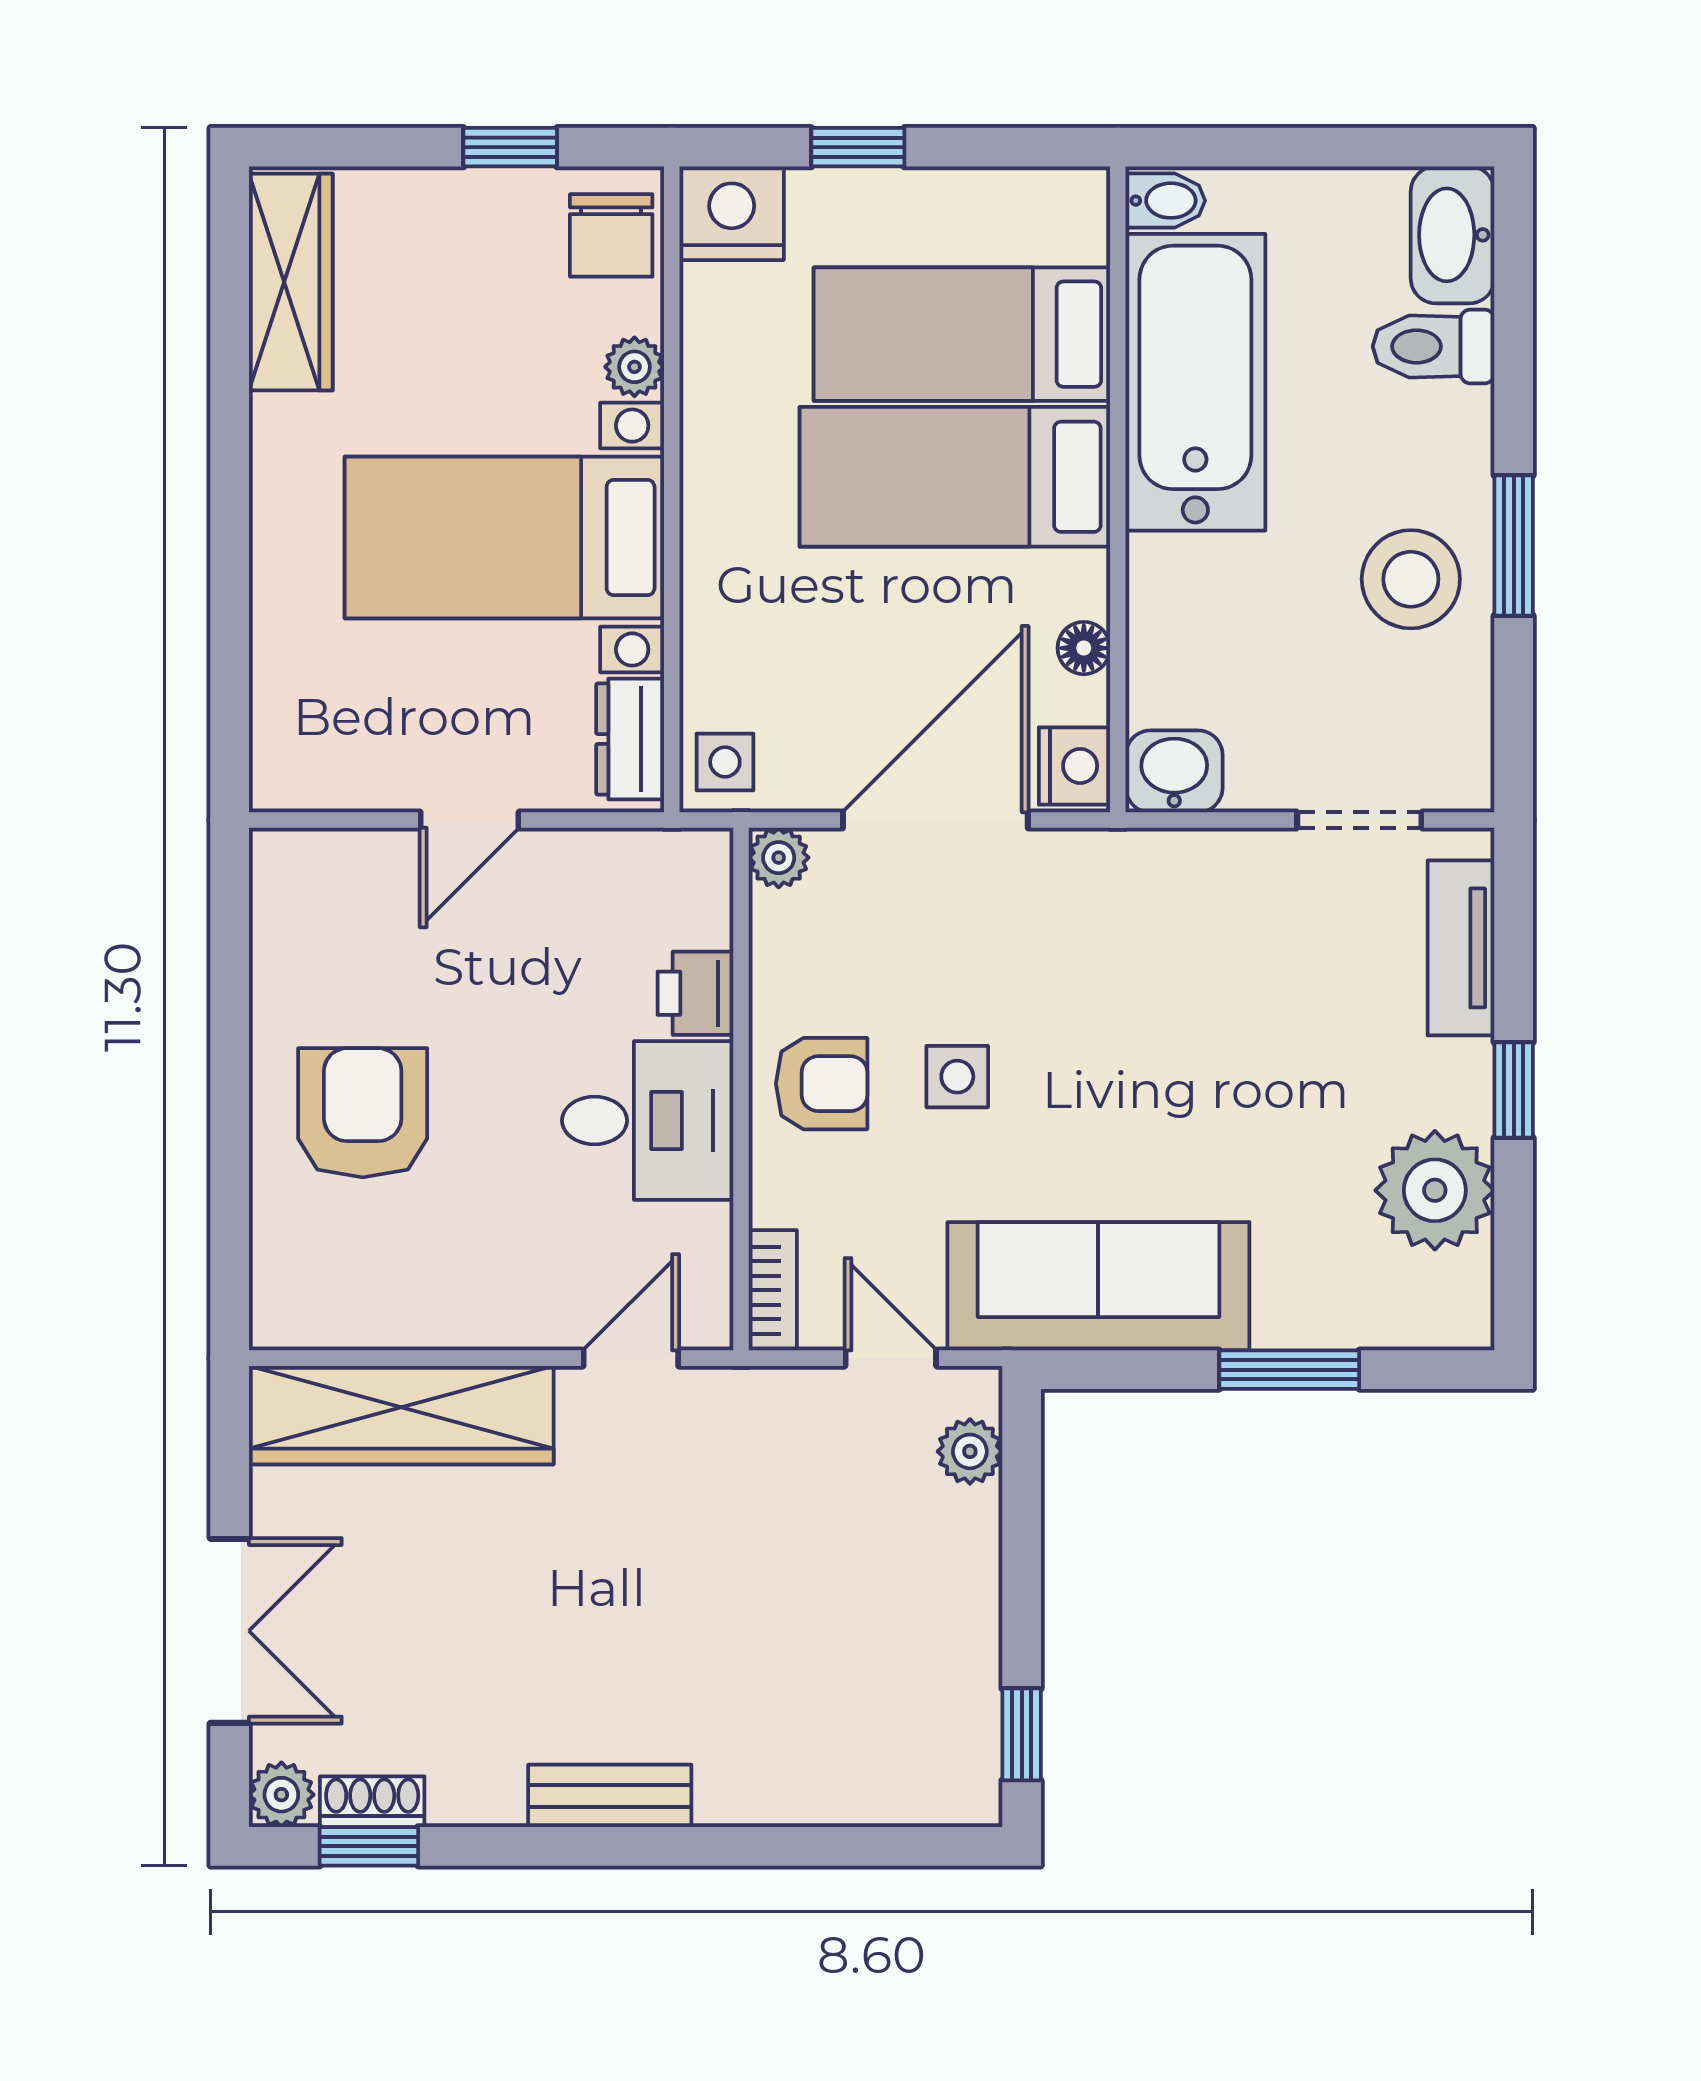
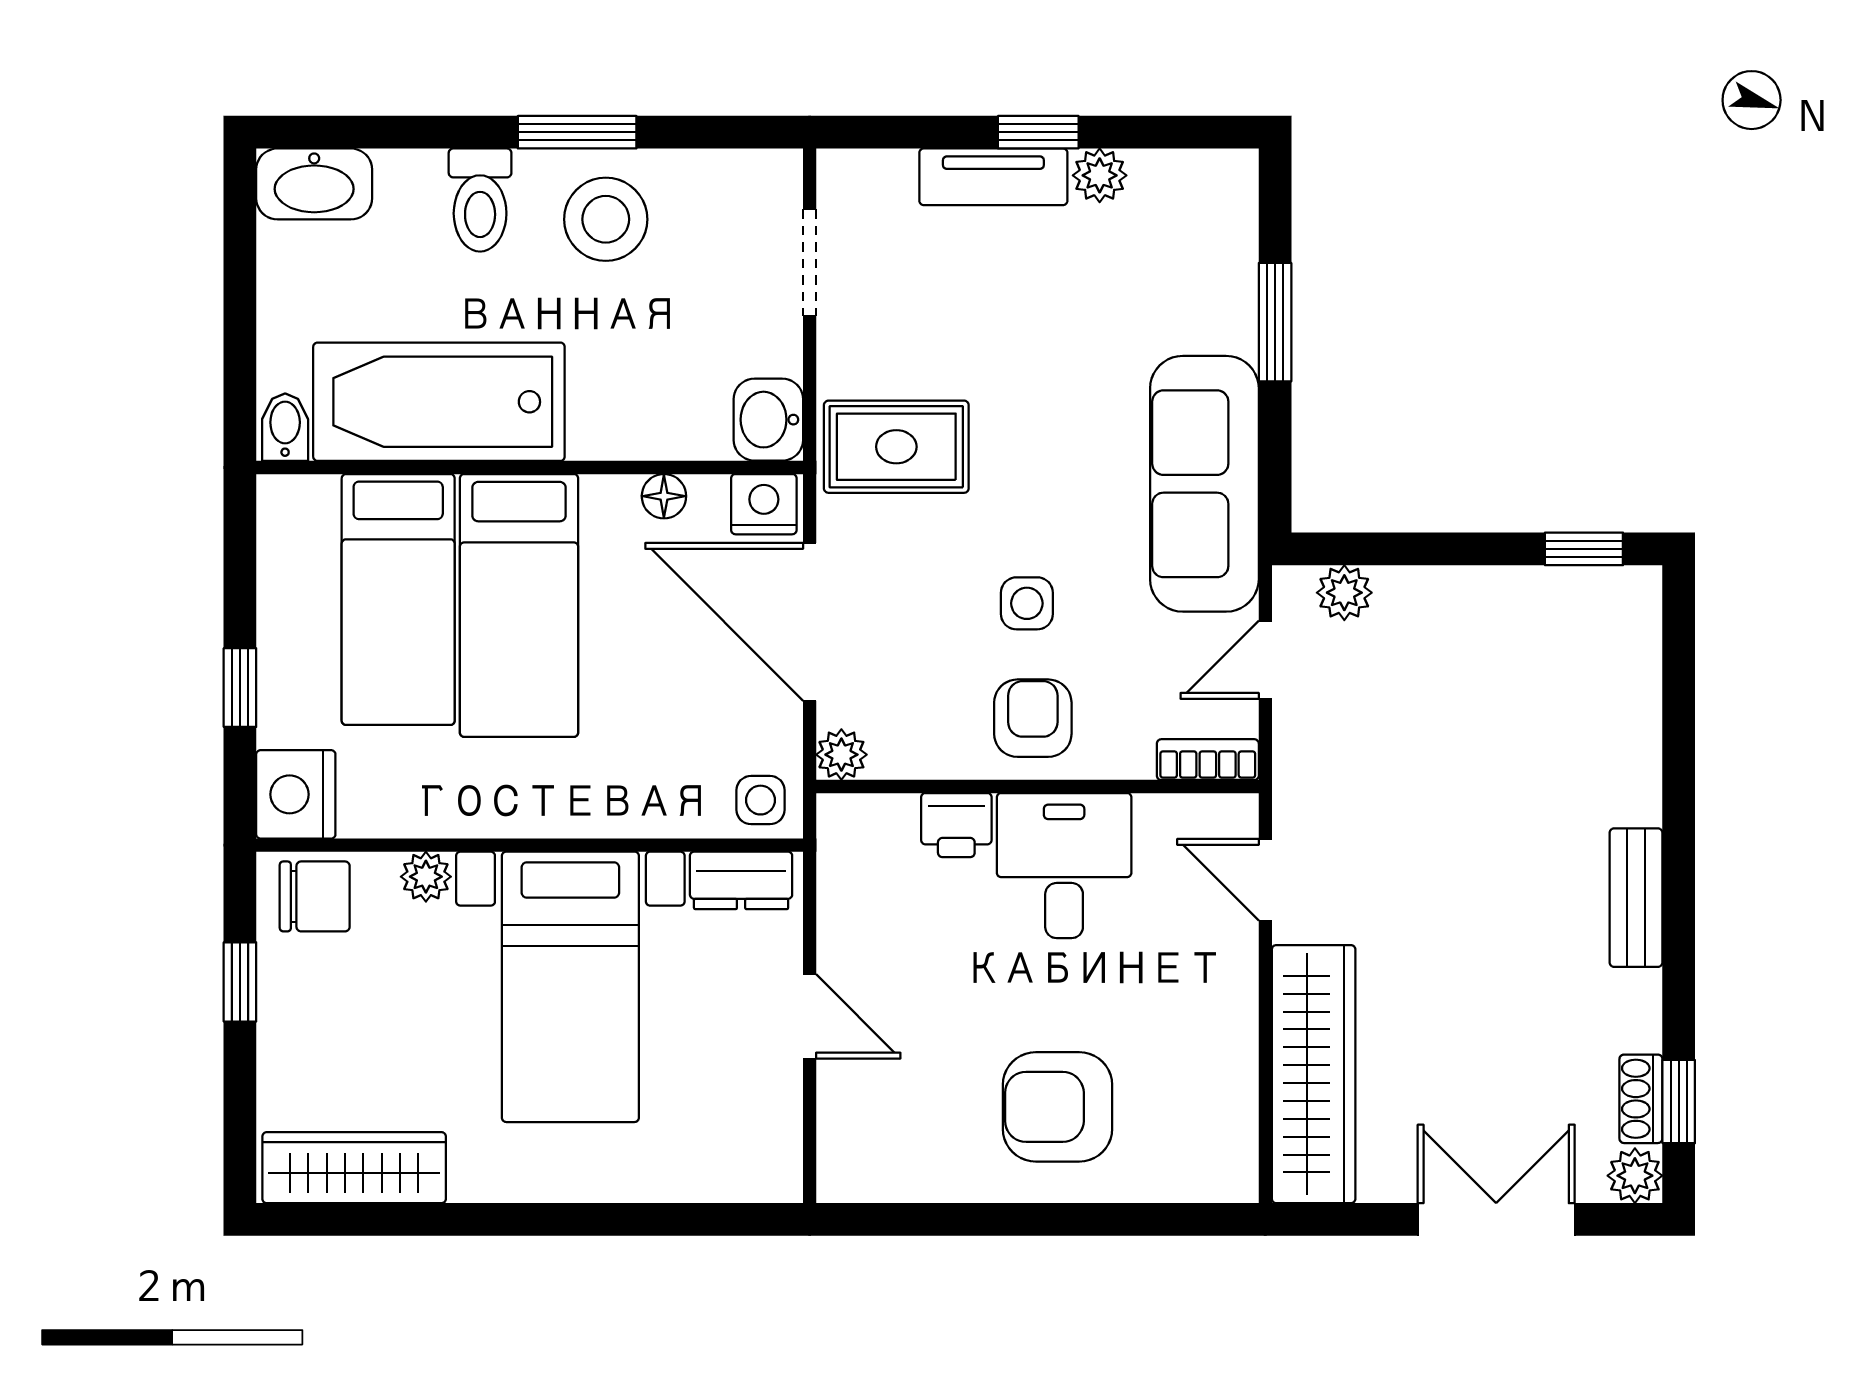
toilet: (1434, 346) -> (480, 200), moved
rug: (1142, 922) -> (896, 447), added
tv unit: (1461, 948) -> (993, 177), moved
plant: (1435, 1190) -> (1100, 175), width x0.53, depth x0.53

